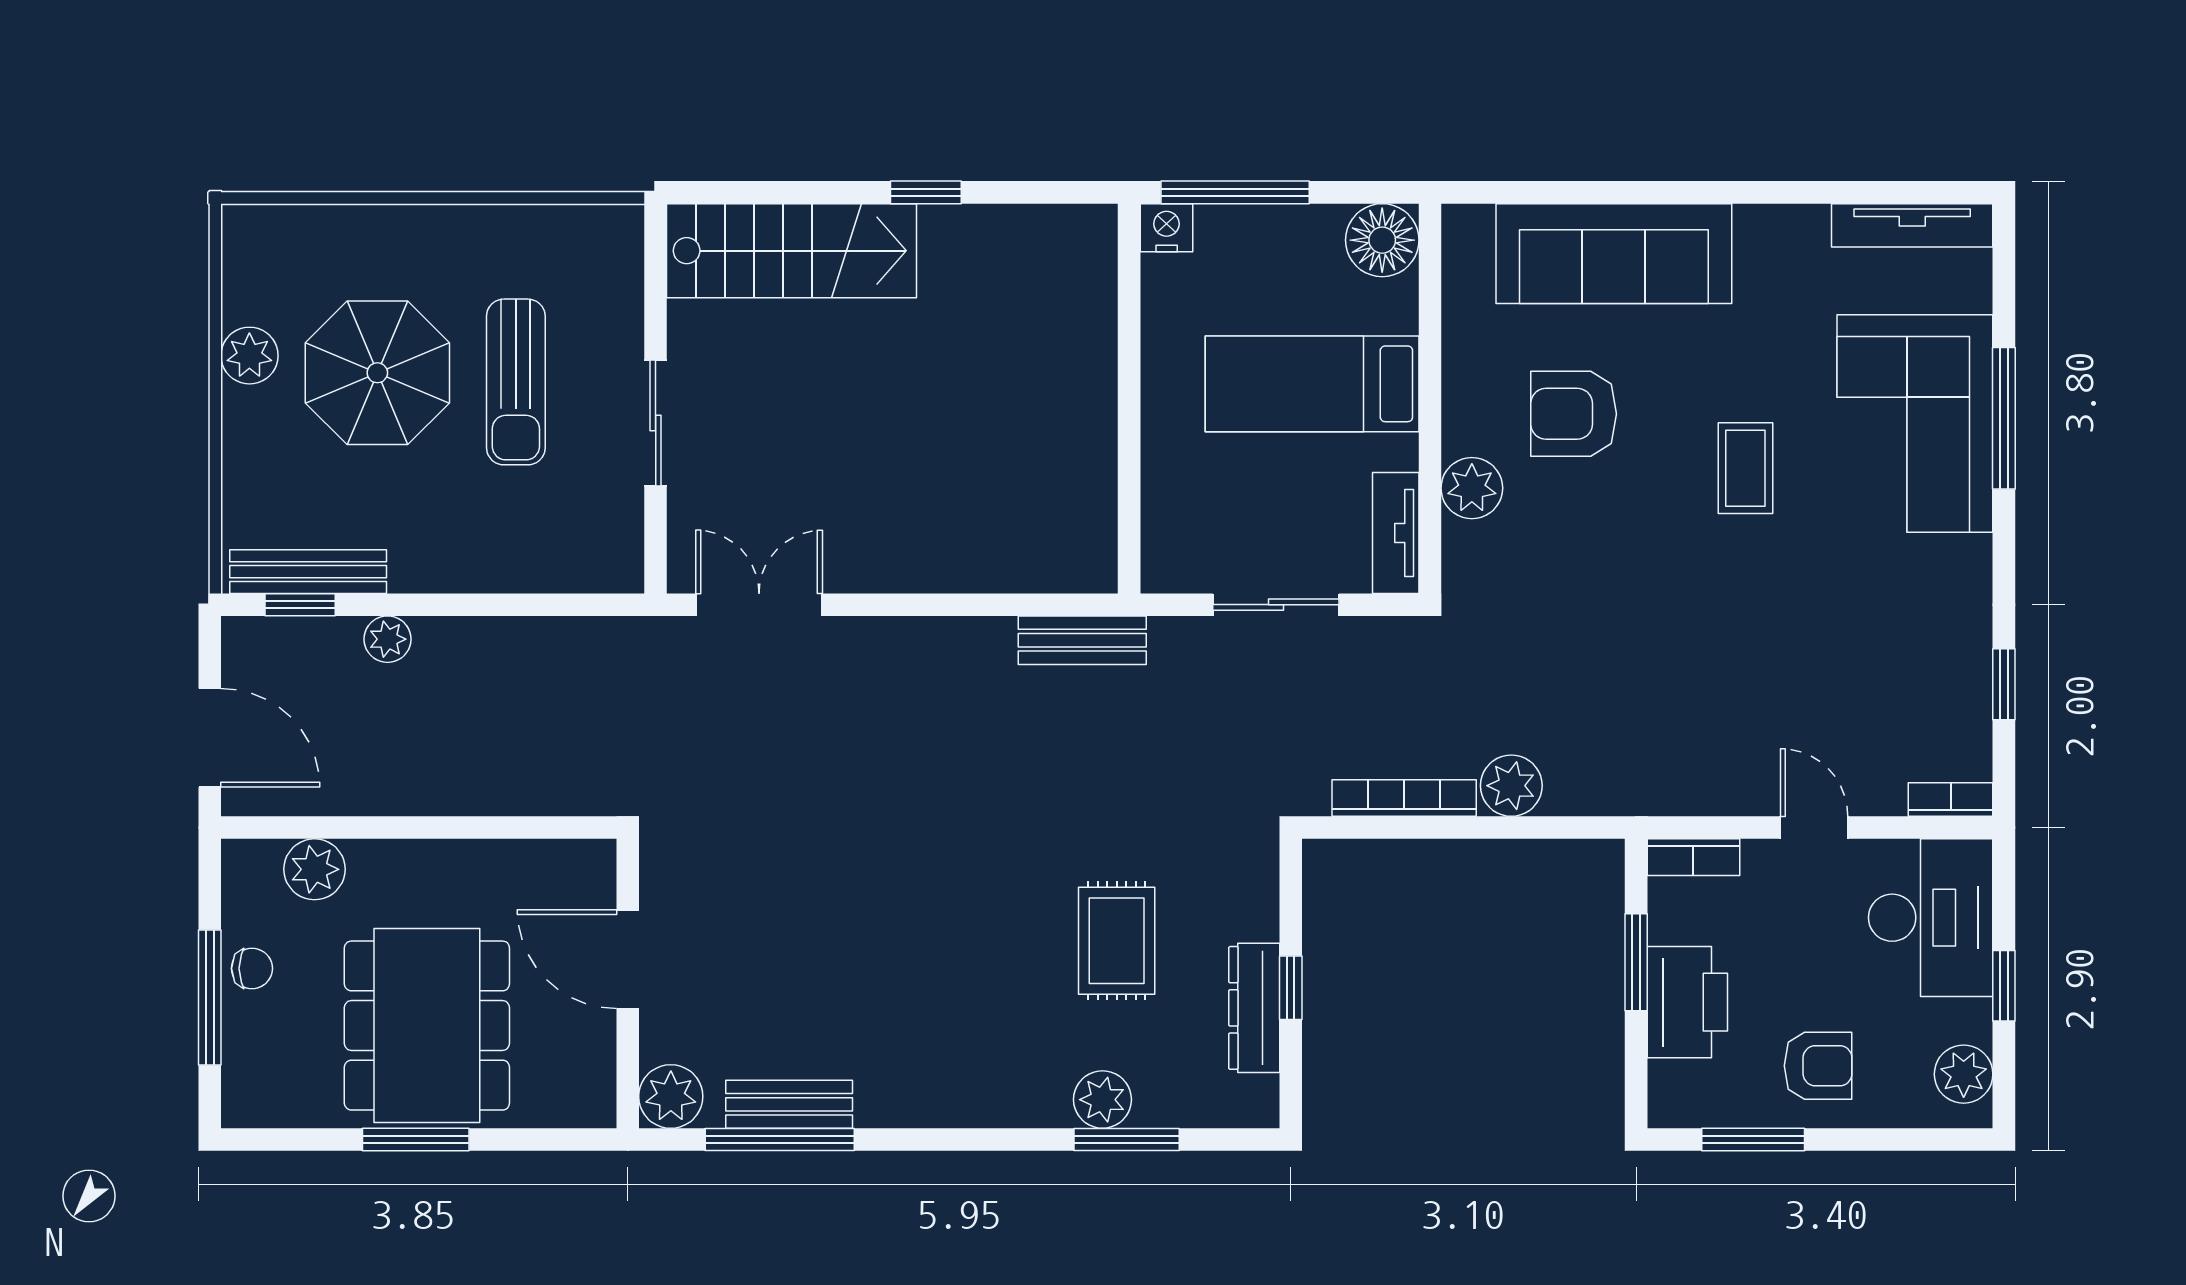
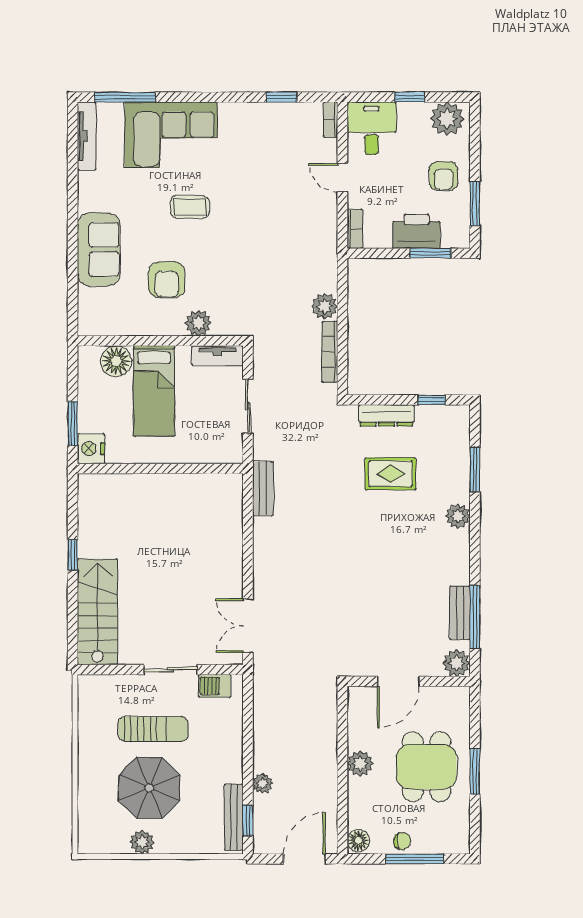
window: (1235, 192) -> (73, 424), width x0.69
nightstand: (1167, 228) -> (91, 449), width x1.36, depth x1.33
floor lamp: (1382, 240) -> (116, 361), moved
sofa: (1614, 254) -> (99, 249), width x0.73
window: (2004, 418) -> (125, 97), moved
barbecue: (617, 527) -> (215, 686), added
door: (1814, 828) -> (342, 178), hinge flipped
floor lamp: (253, 865) -> (358, 841), added
plant: (314, 869) -> (360, 763), moved
desk: (1931, 918) -> (372, 128), width x0.73
window: (1636, 962) -> (431, 253), moved
chair: (252, 968) -> (402, 841), turned 90
window: (1291, 988) -> (432, 400), moved
dresser: (1254, 1008) -> (387, 415), moved
dining table: (427, 1026) -> (427, 767), width x0.73
armchair: (1818, 1066) -> (444, 176), turned 180
plant: (1964, 1074) -> (447, 119), width x1.36, depth x1.36
plant: (1102, 1100) -> (458, 516), moved

